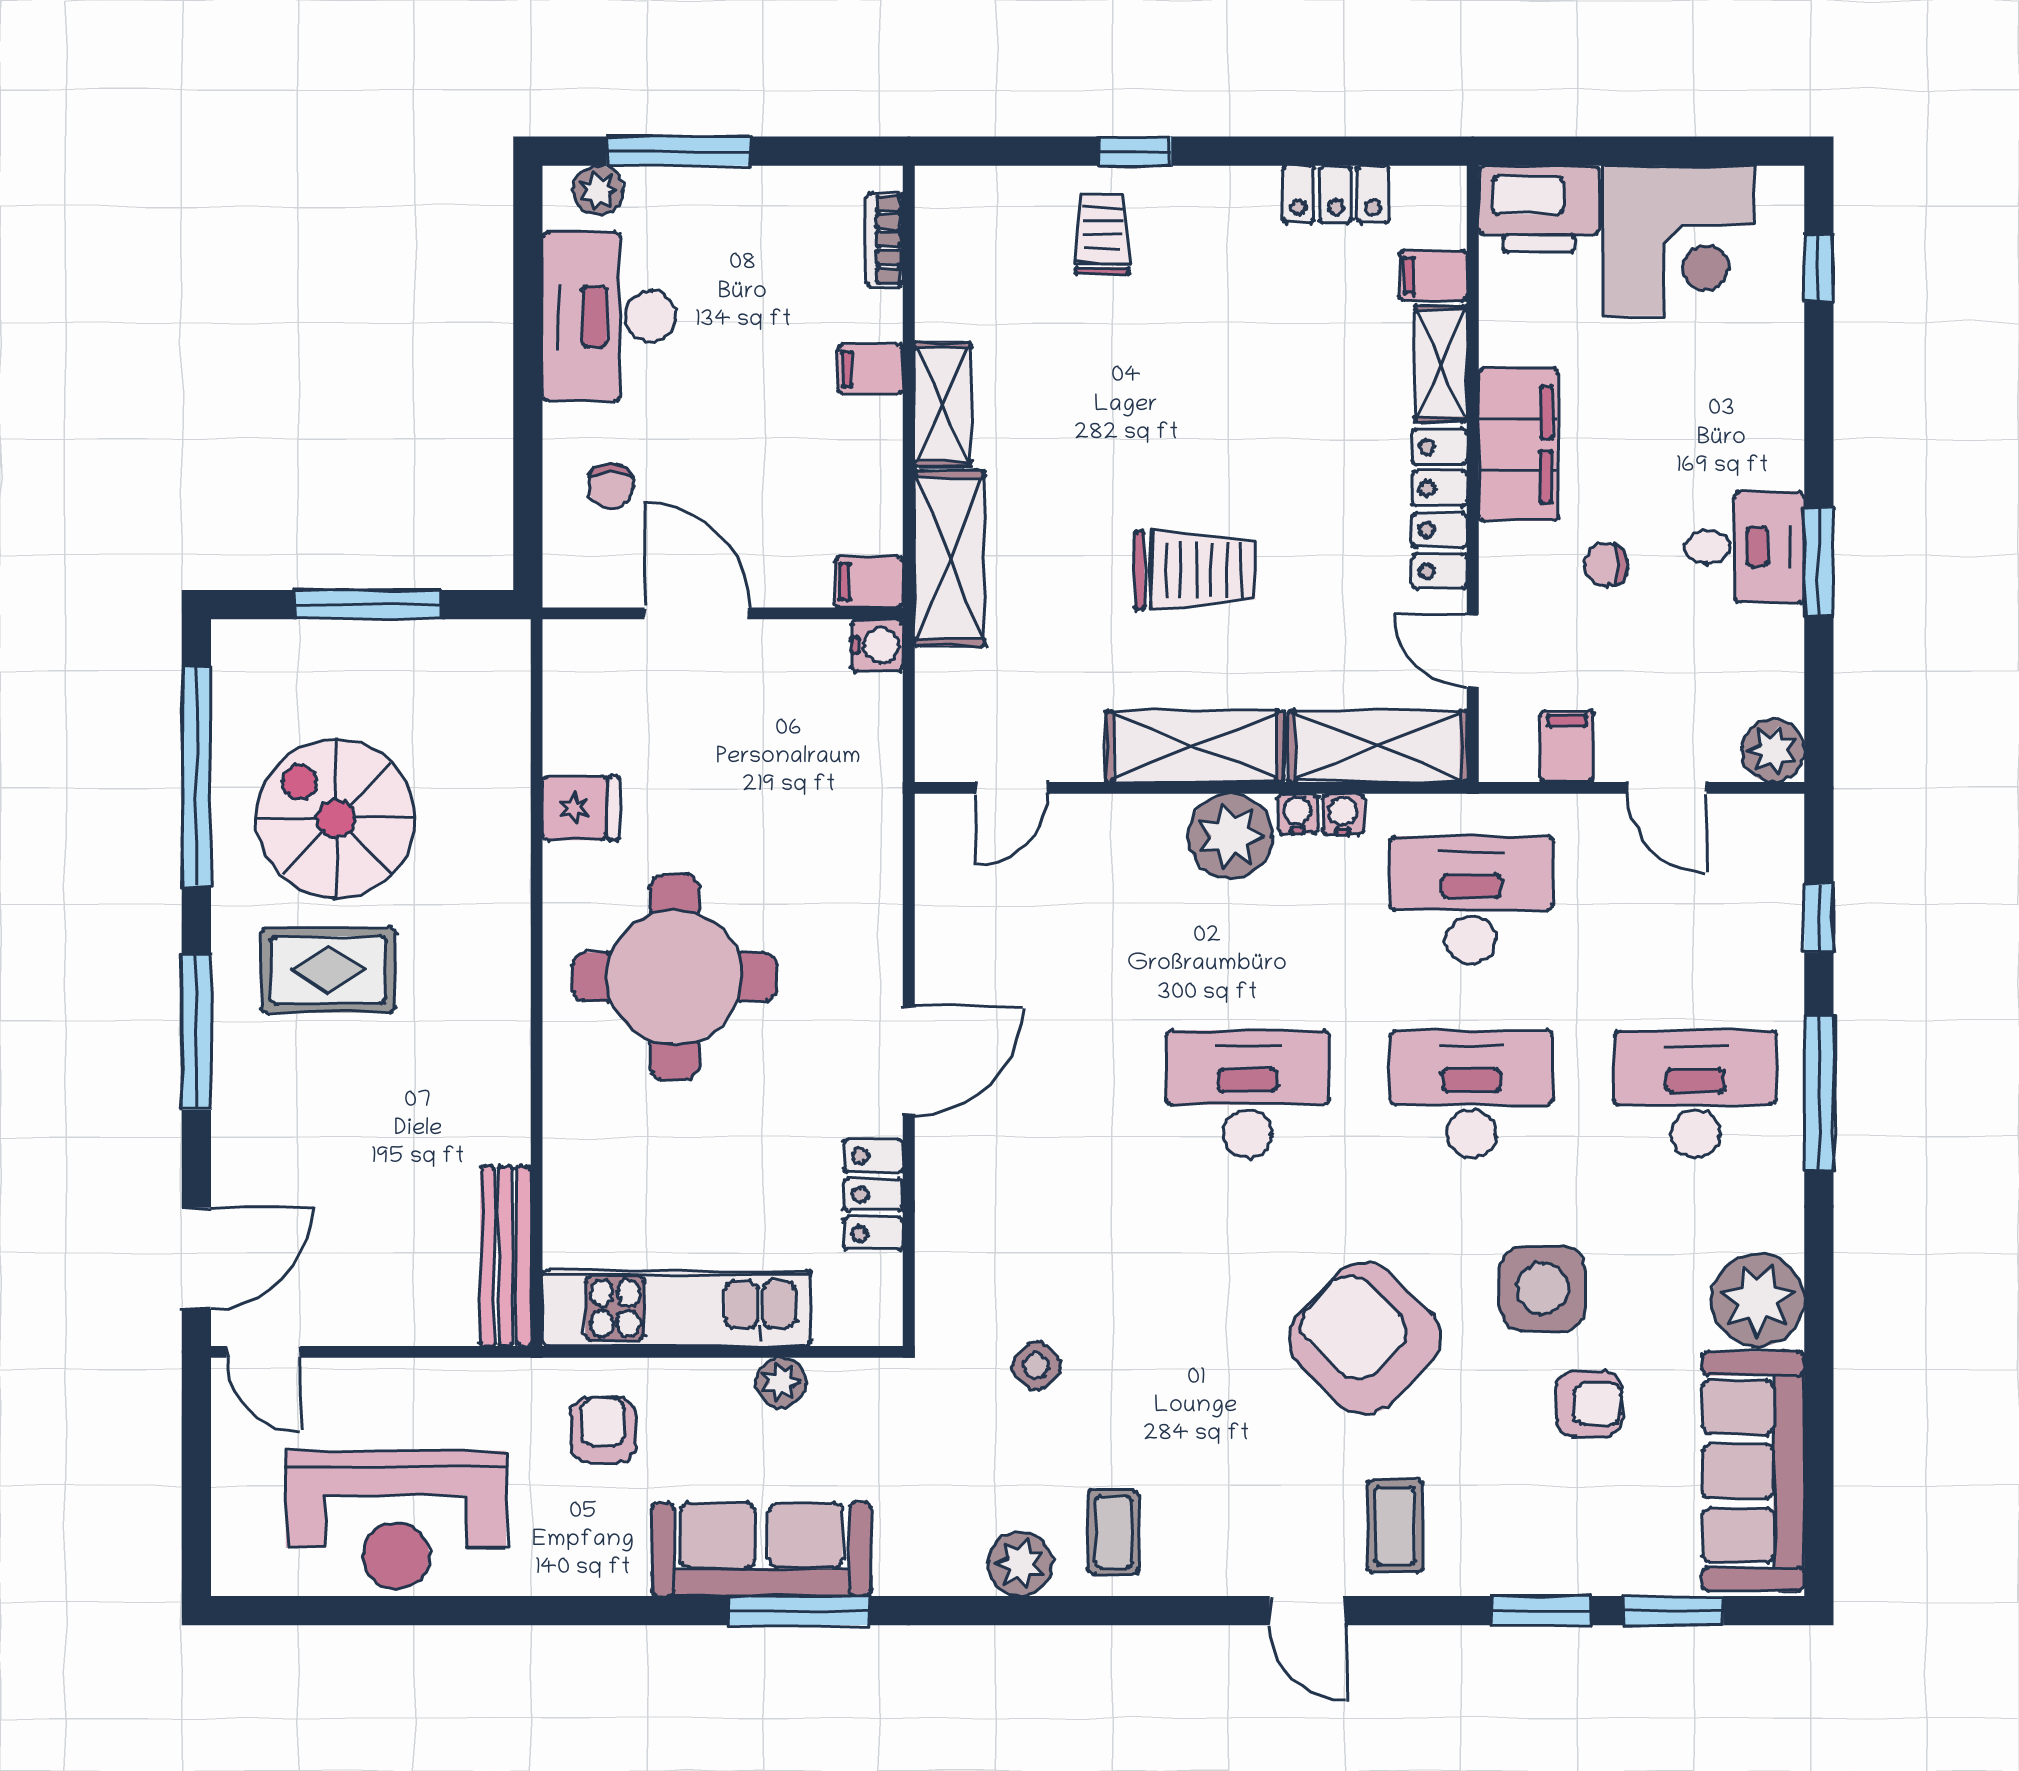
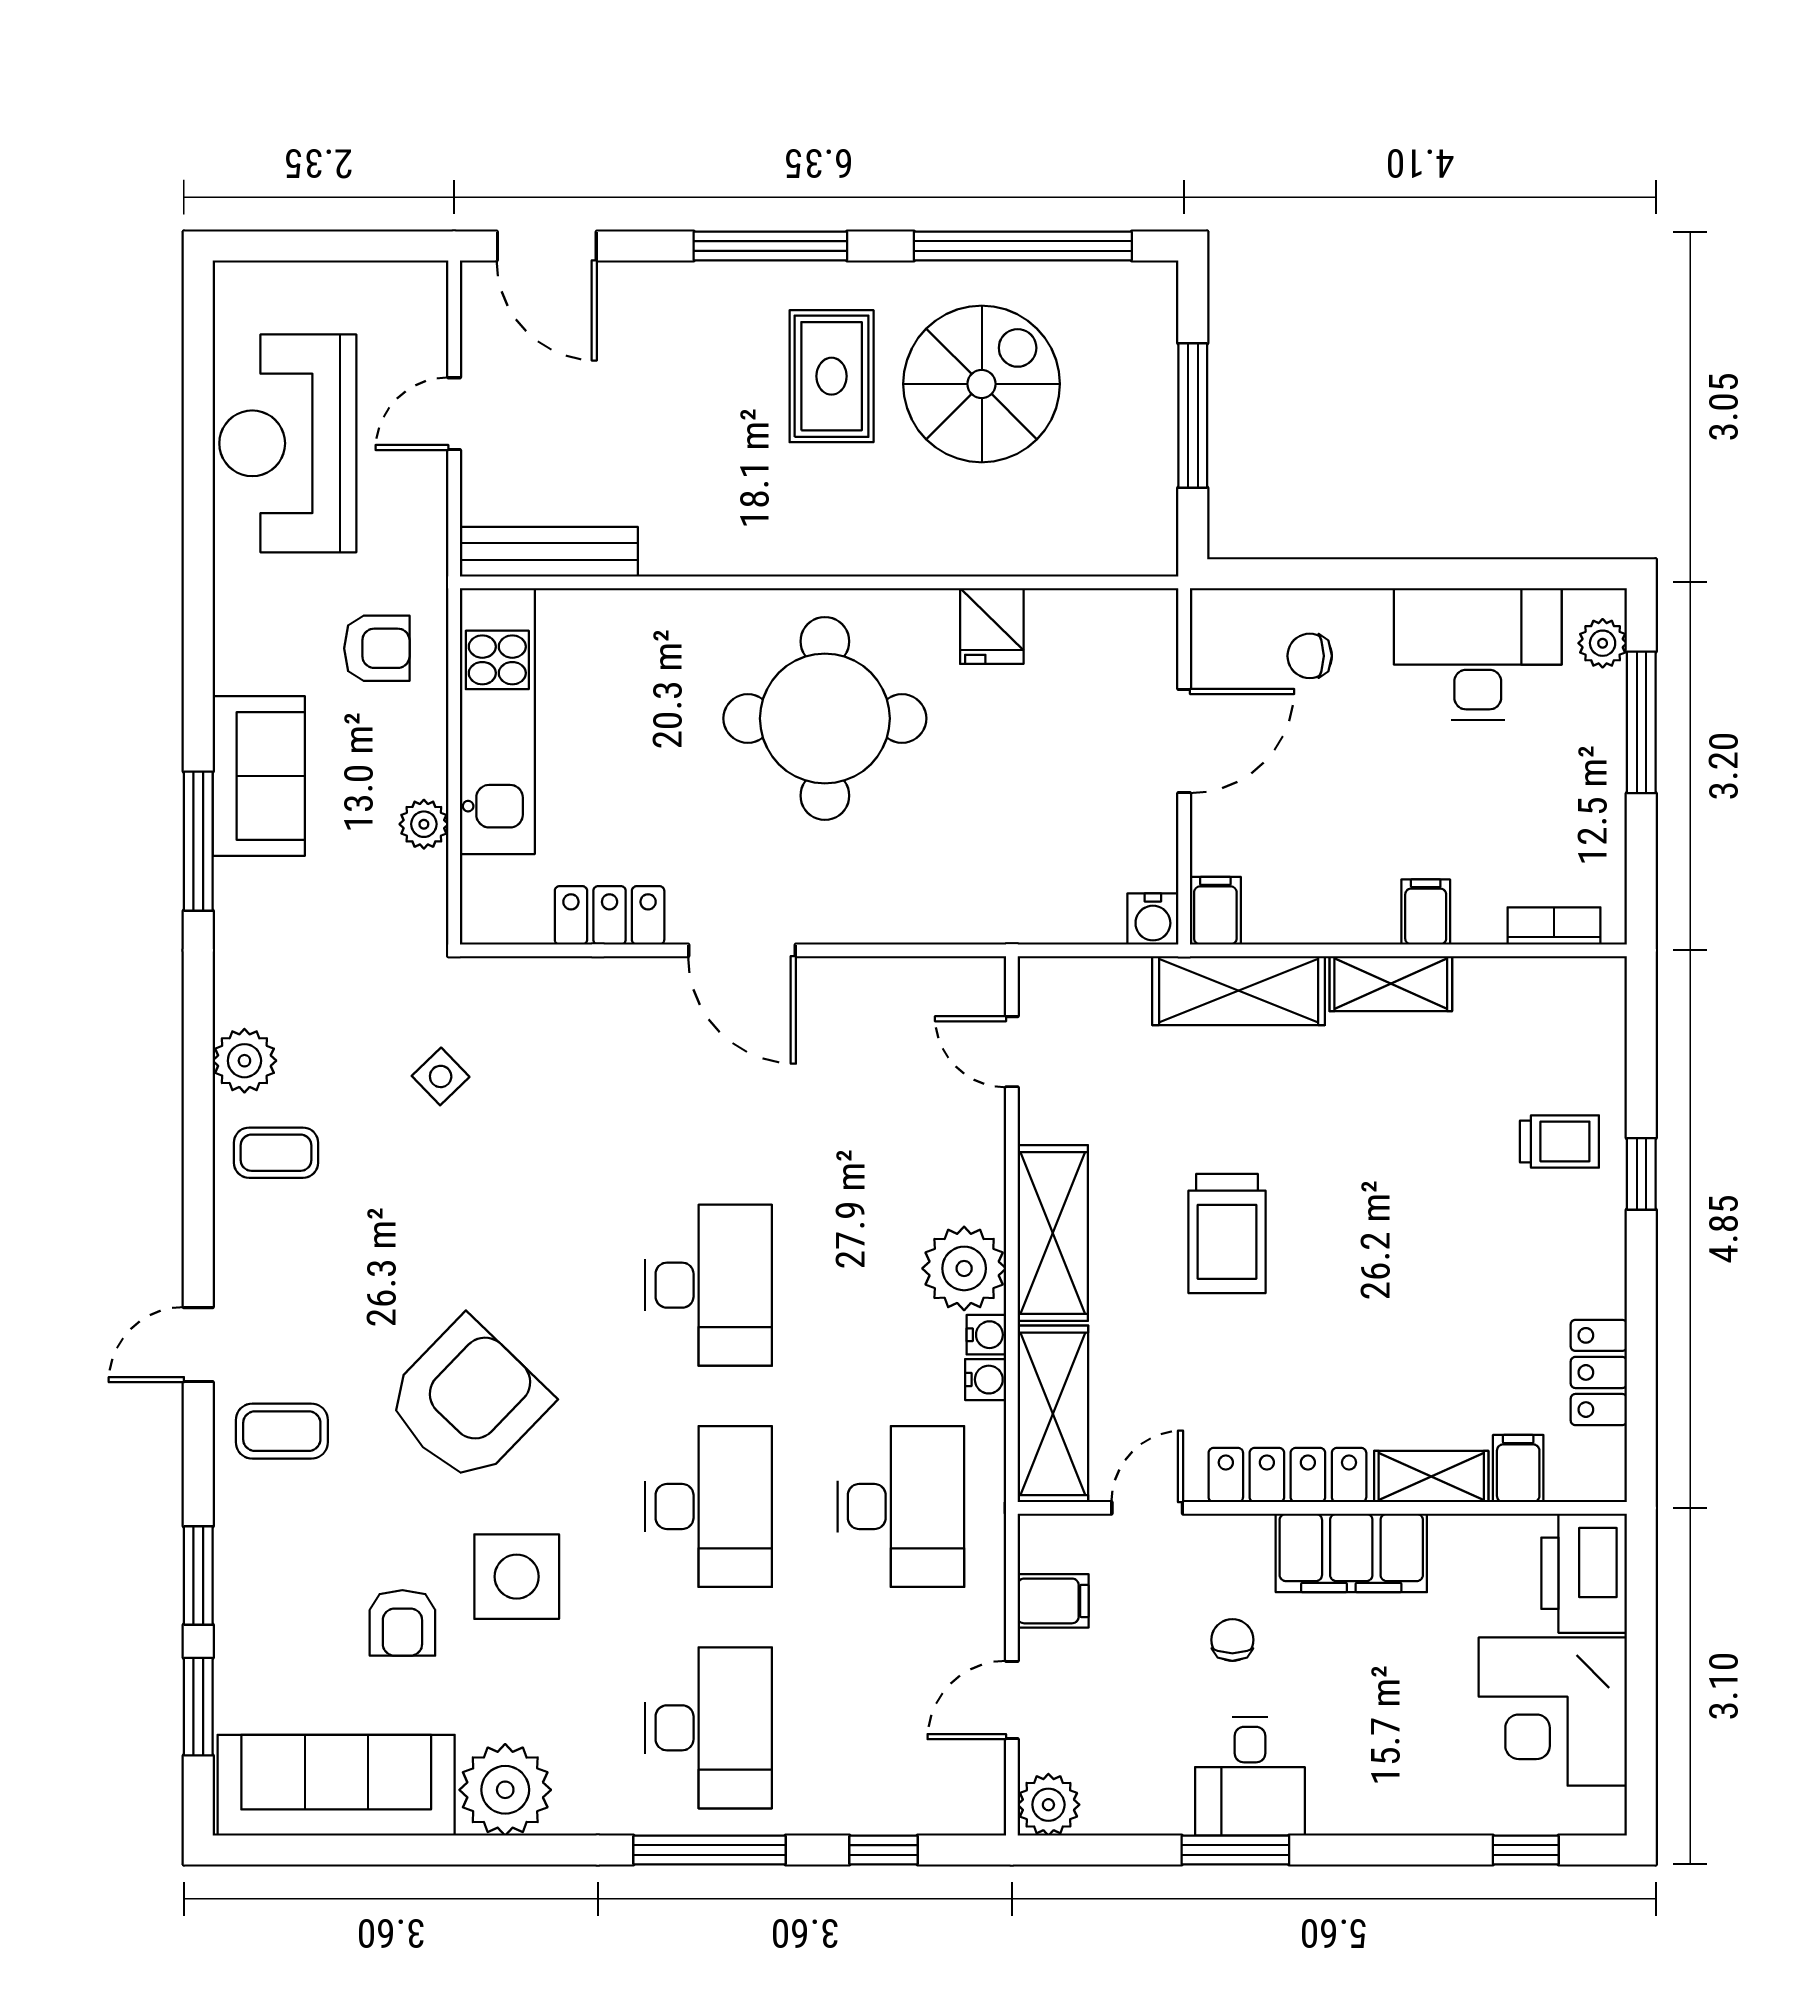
door: (264, 1352) -> (454, 414), moved
sofa: (762, 1549) -> (259, 776), width x0.73

